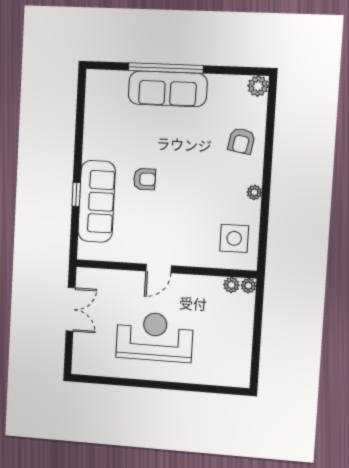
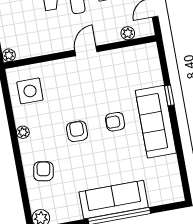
armchair: (191, 178) -> (77, 131), added
sofa: (97, 201) -> (156, 122), moved
plant: (231, 285) -> (128, 33), moved

